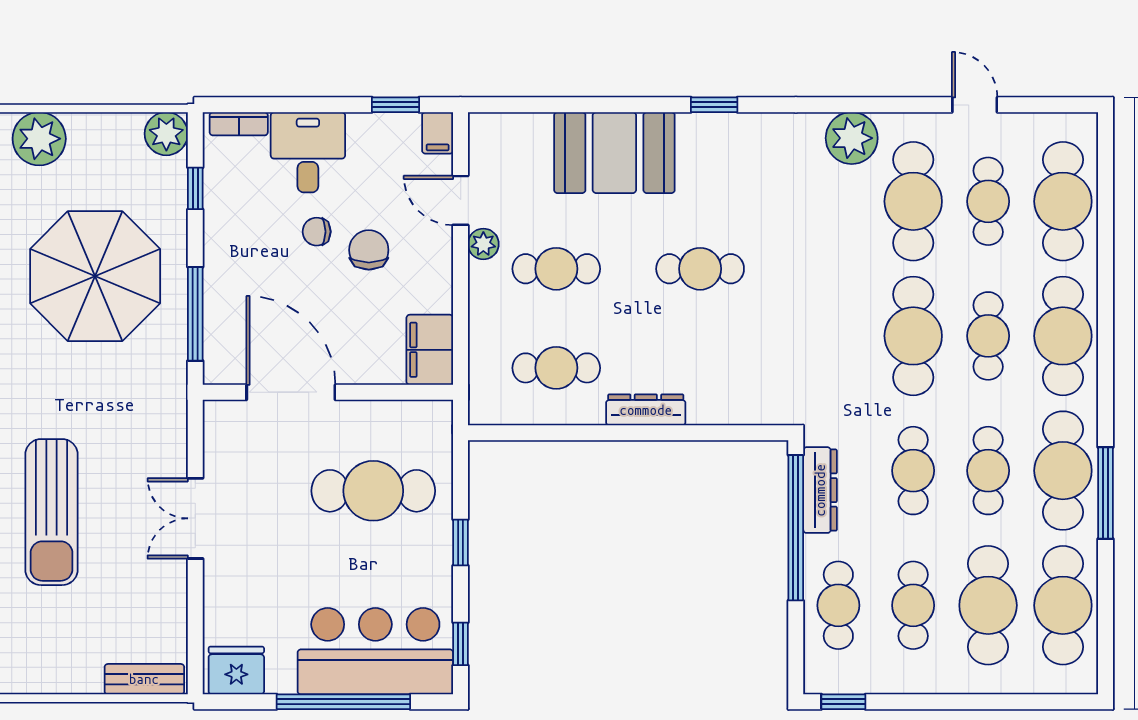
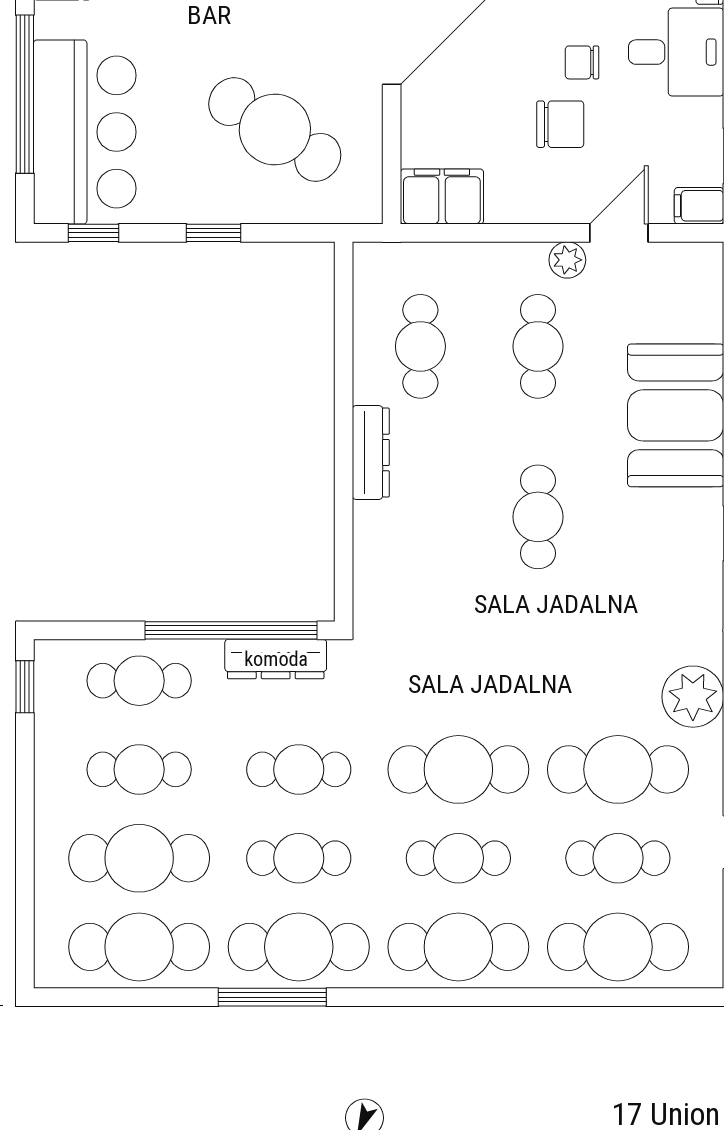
chair: (317, 232) -> (582, 62), turned -90
cafe table: (373, 491) -> (275, 129), turned -57

